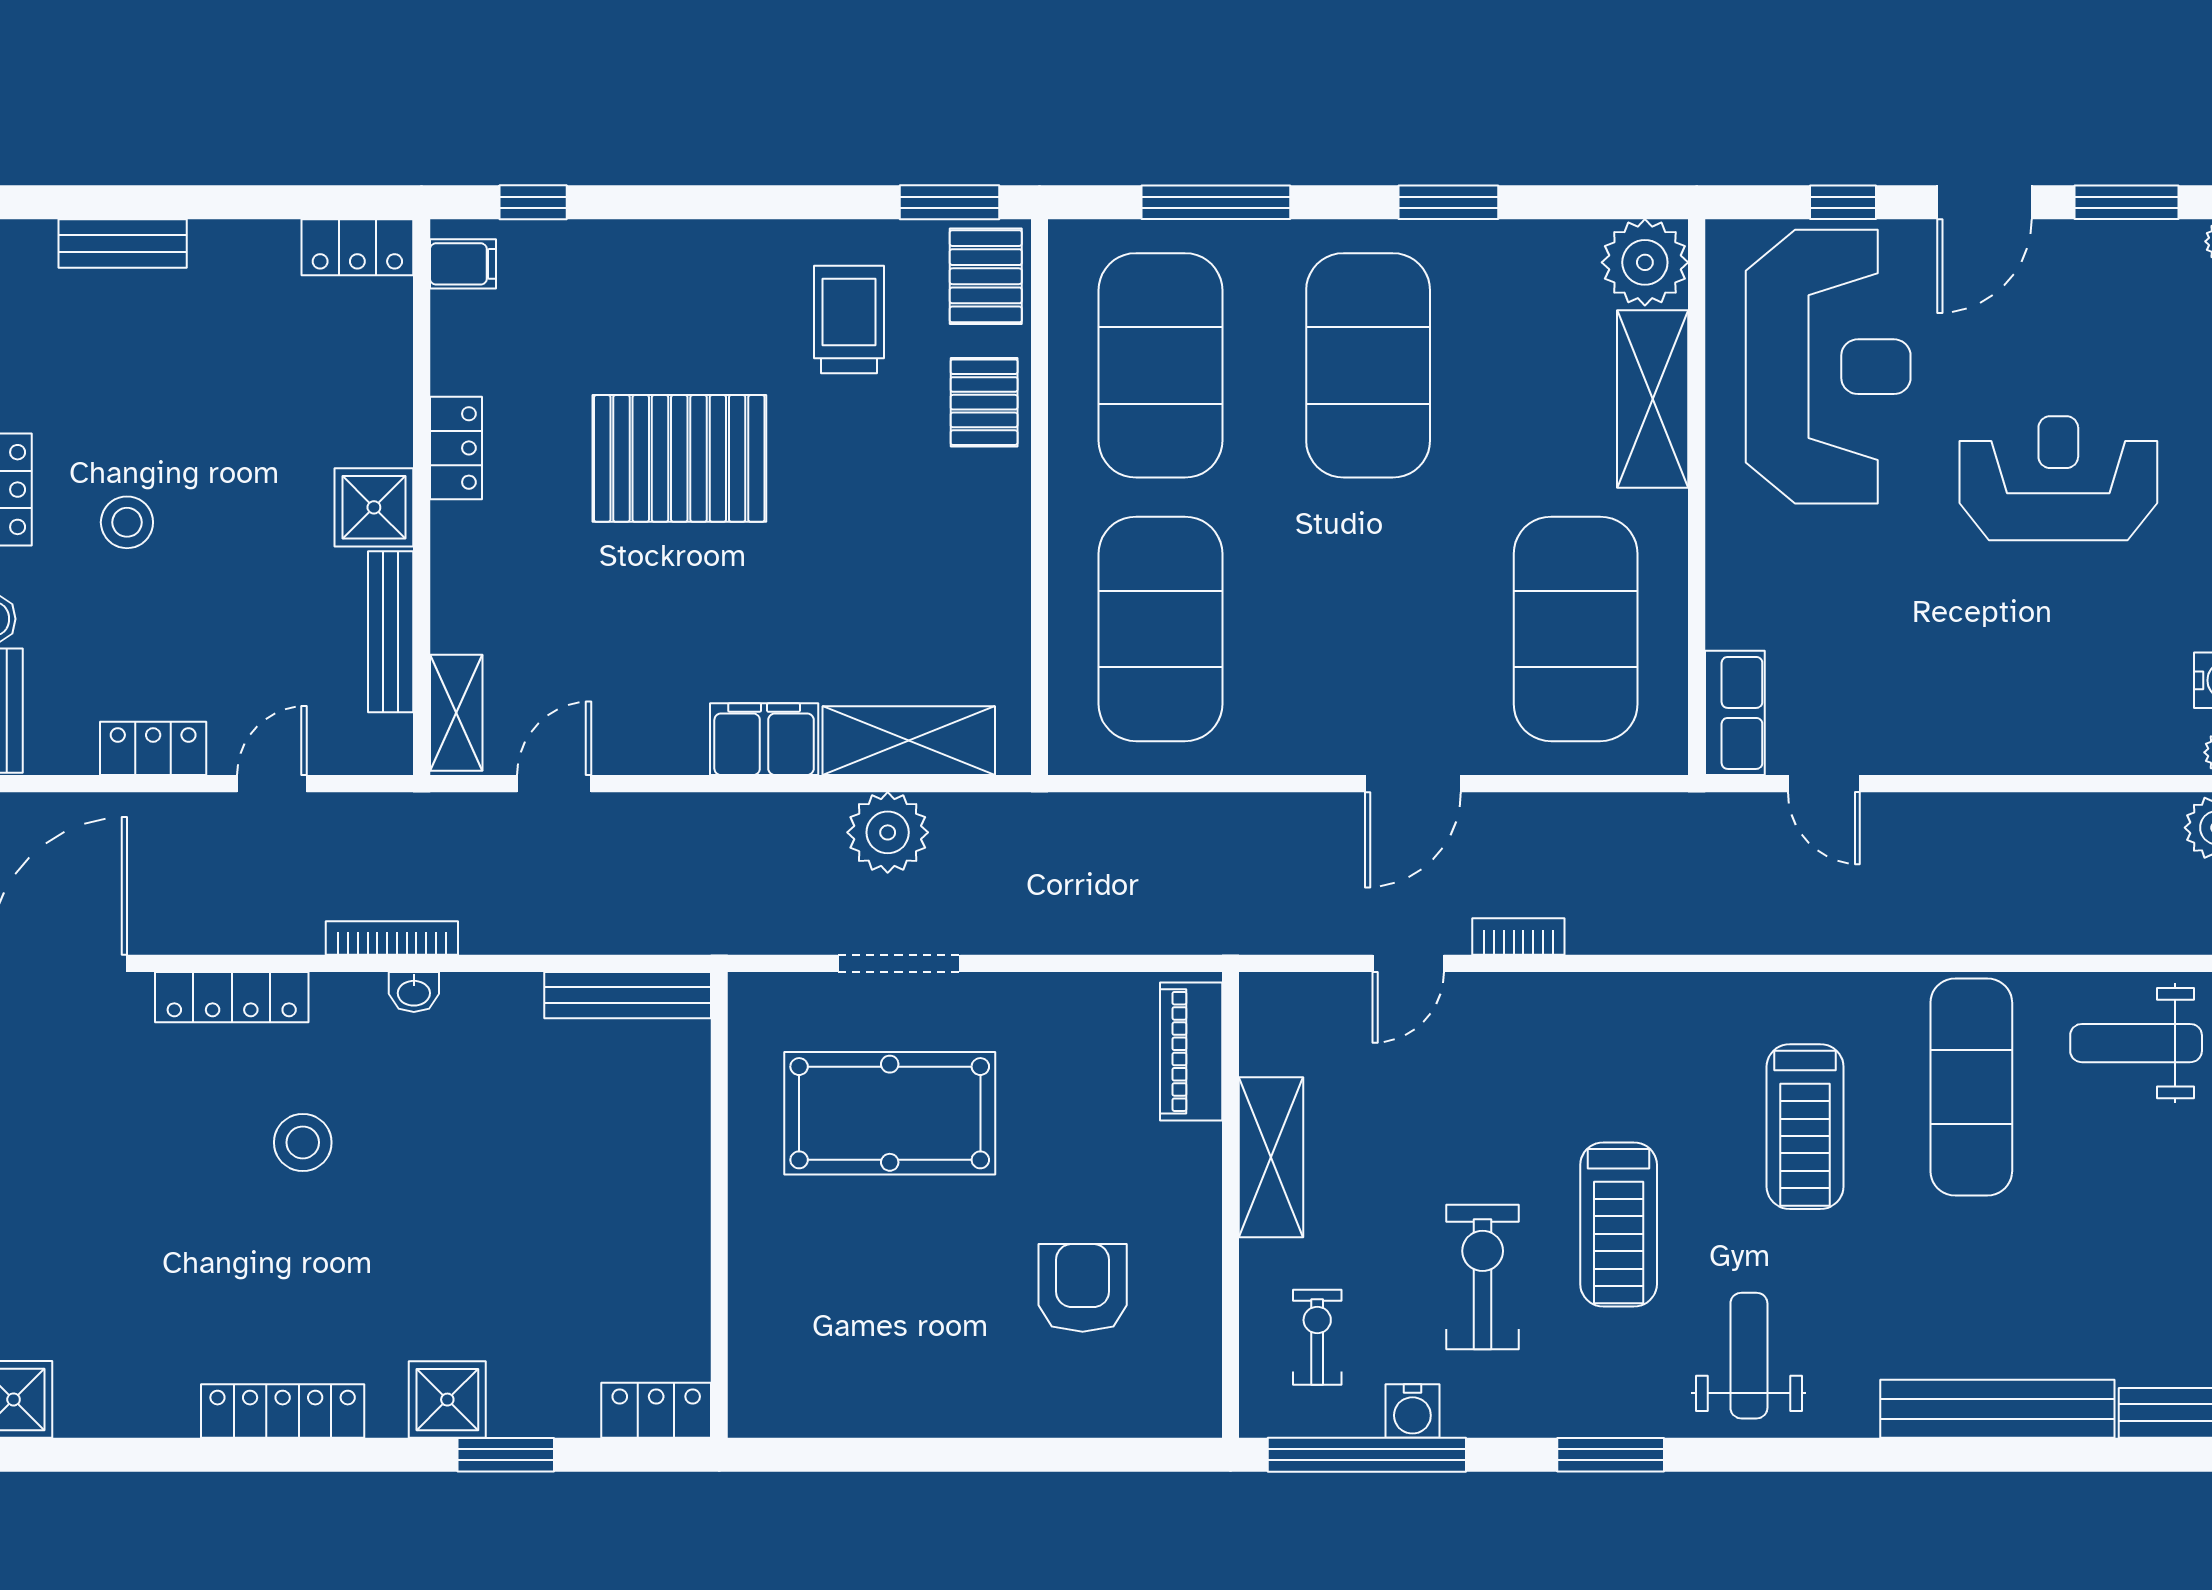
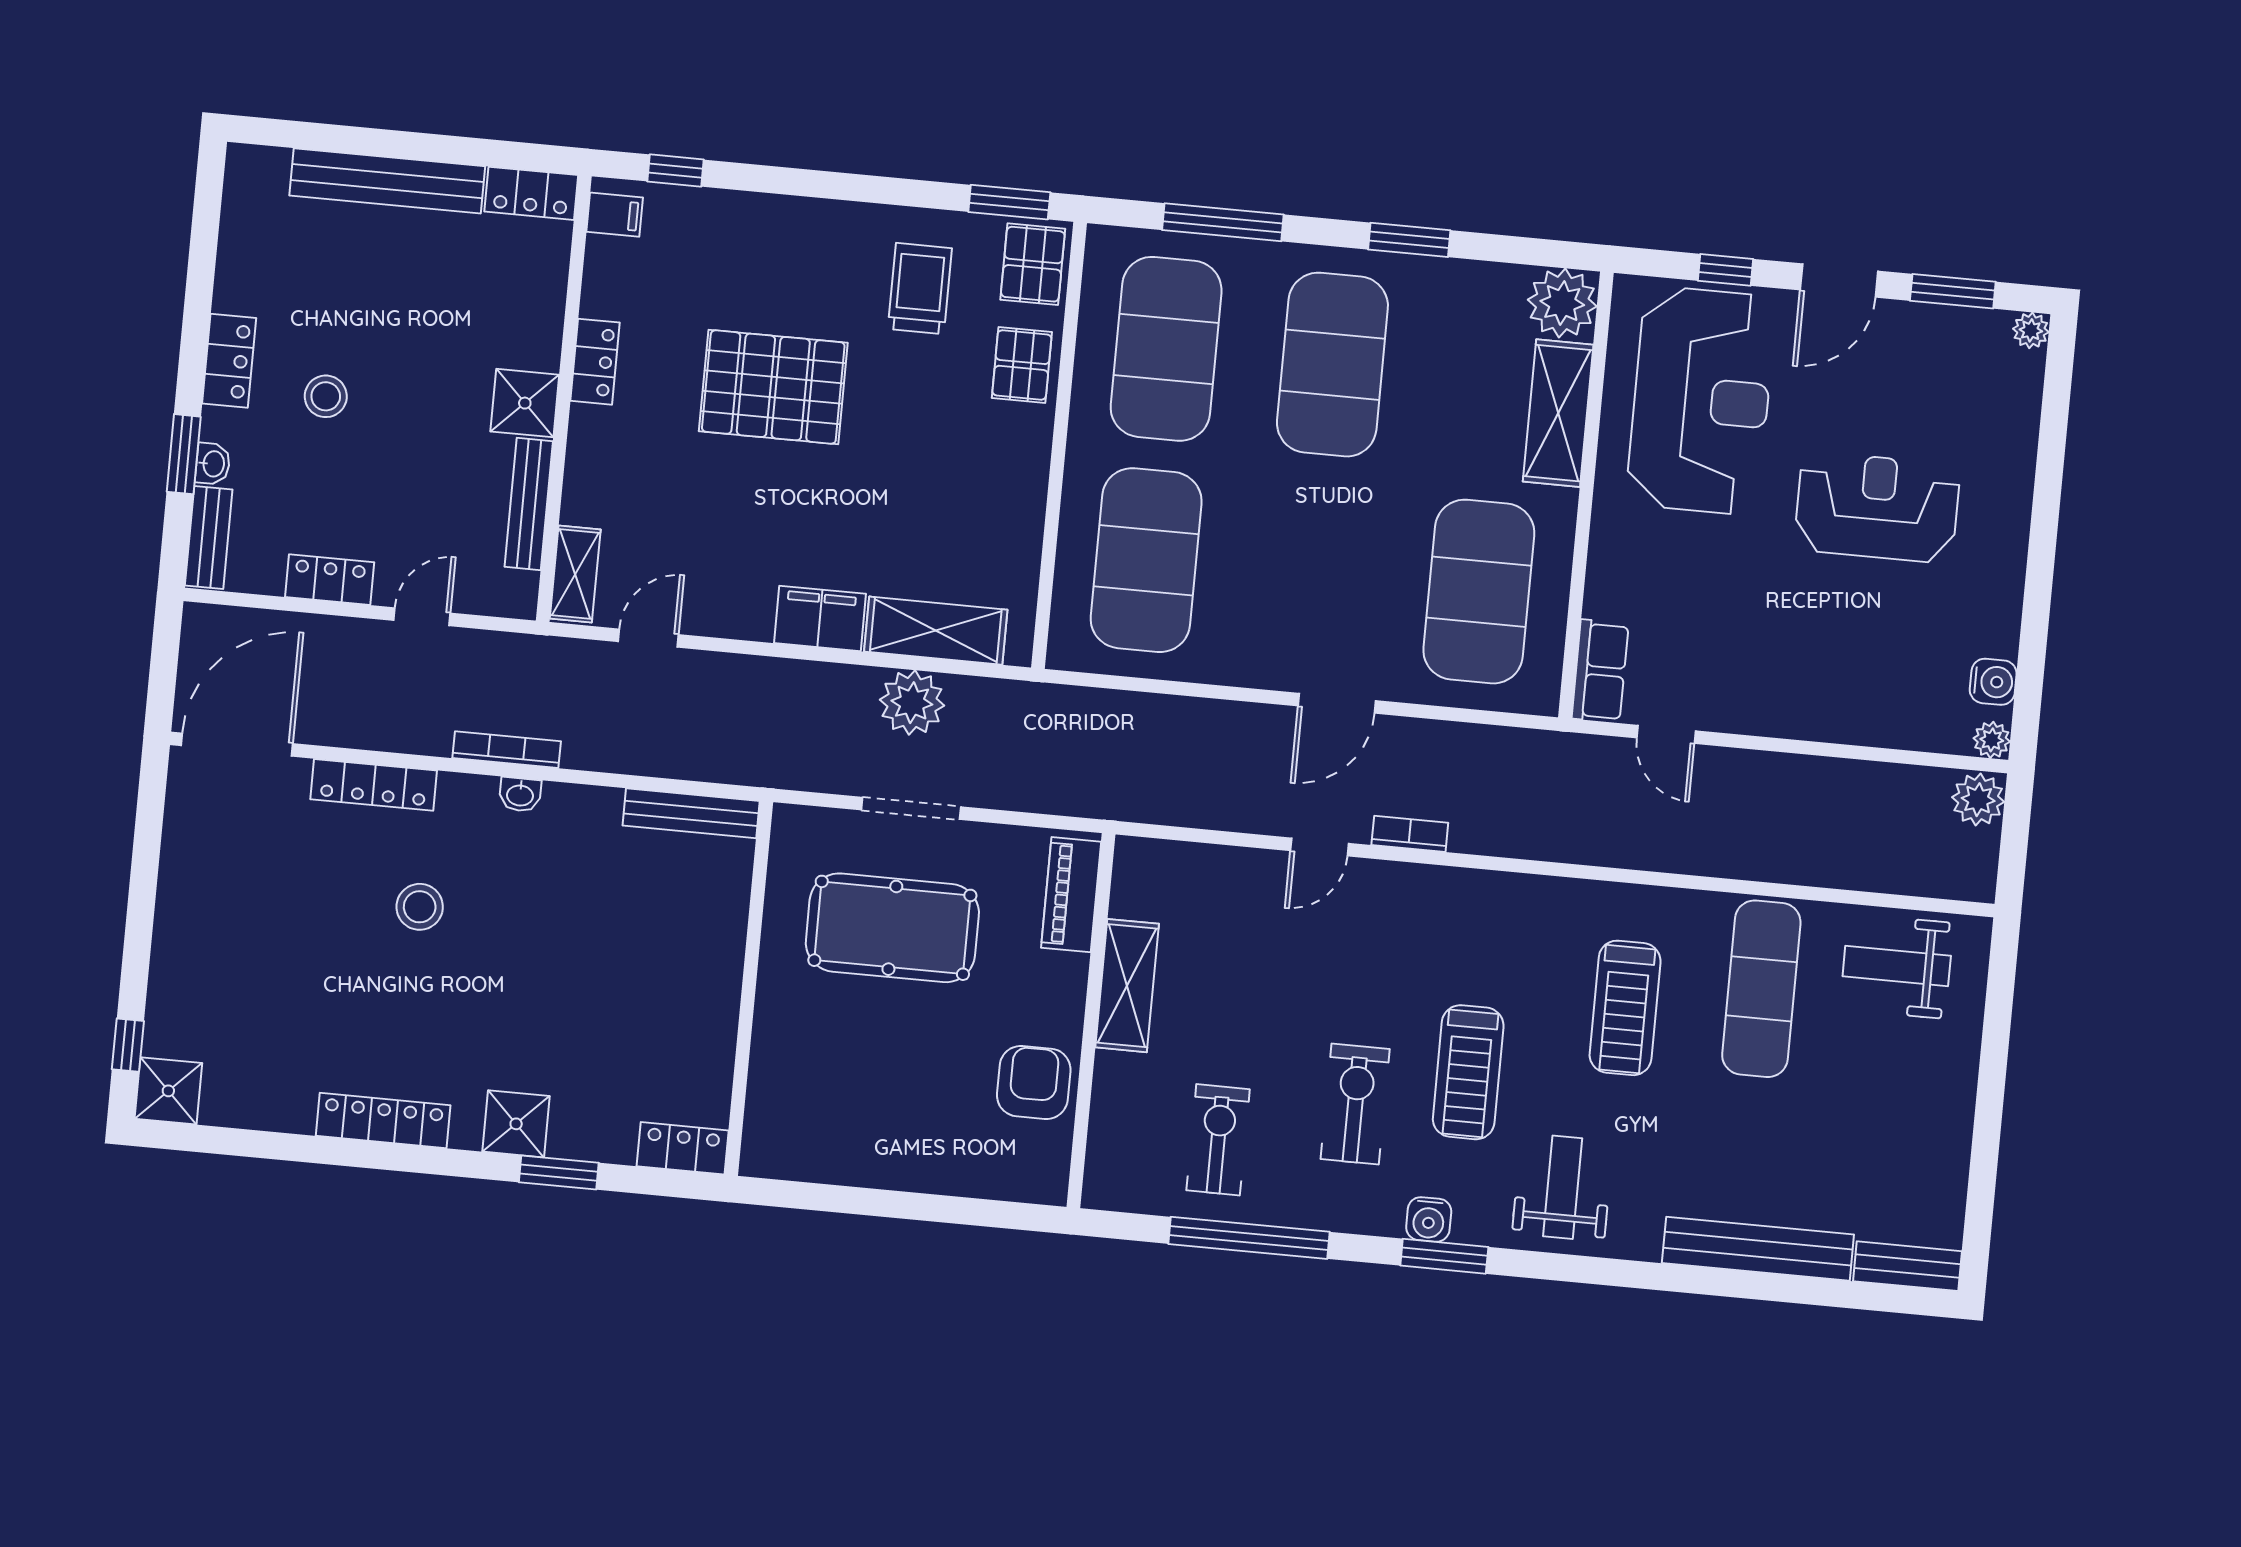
bench: (123, 244) -> (387, 181), width x1.86, depth x1.21
piano: (1191, 1051) -> (1071, 895), moved
shelving: (1271, 1157) -> (1127, 986), moved
wall: (1230, 1205) -> (1091, 1021), moved
exercise bike: (1317, 1337) -> (1218, 1140), width x1.38, depth x1.39
water cooler: (1412, 1411) -> (1429, 1219), moved

